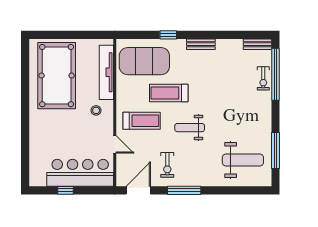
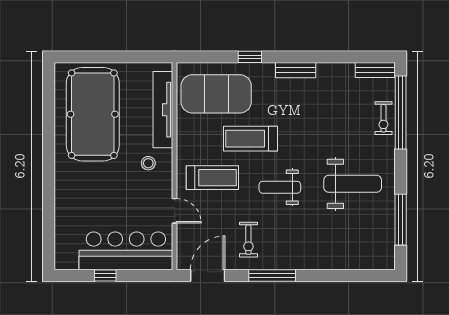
weight bench: (243, 160) -> (353, 184), moved

